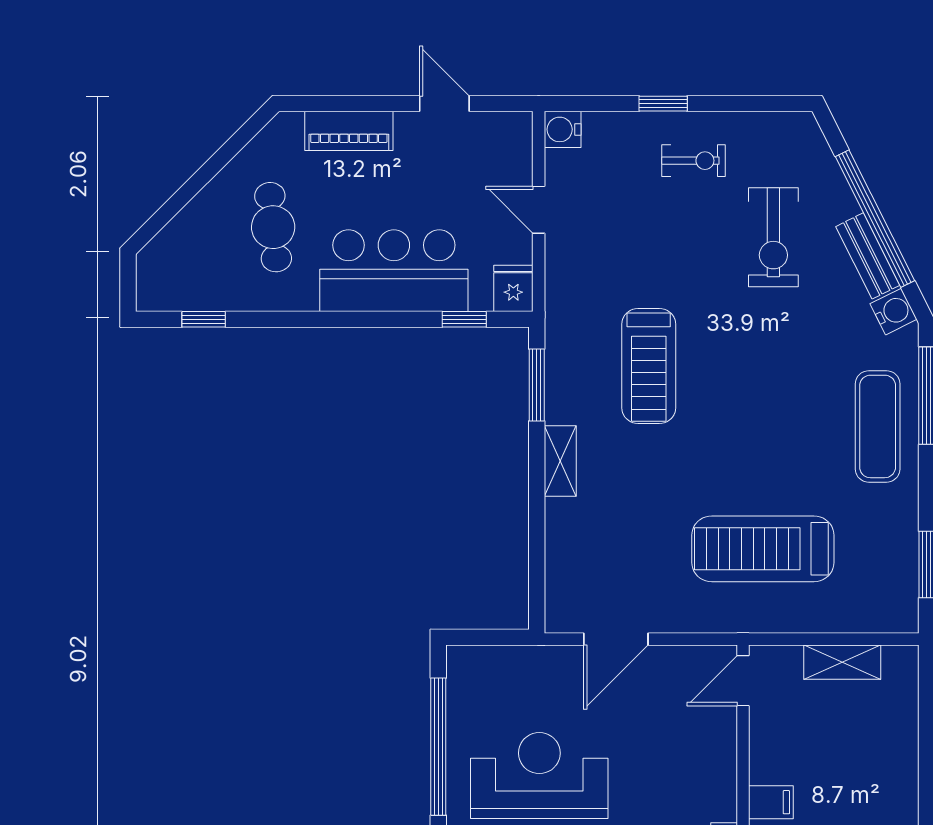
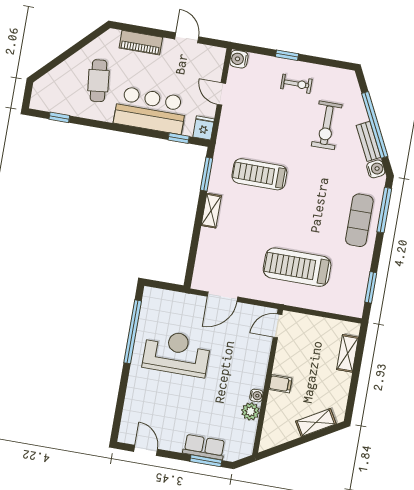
treadmill: (649, 366) -> (259, 174), turned 90
shelving: (842, 662) -> (348, 353), moved, turned 90

